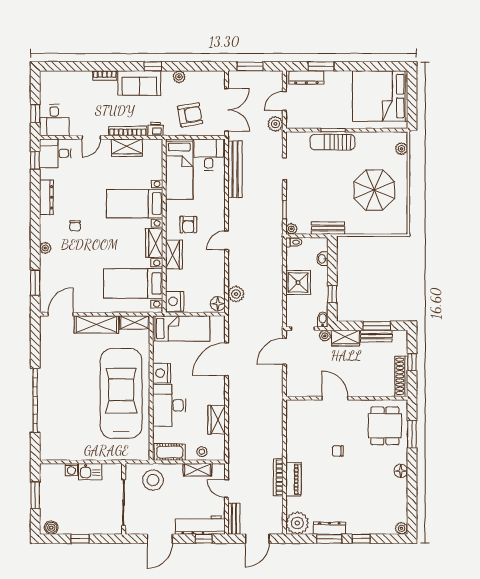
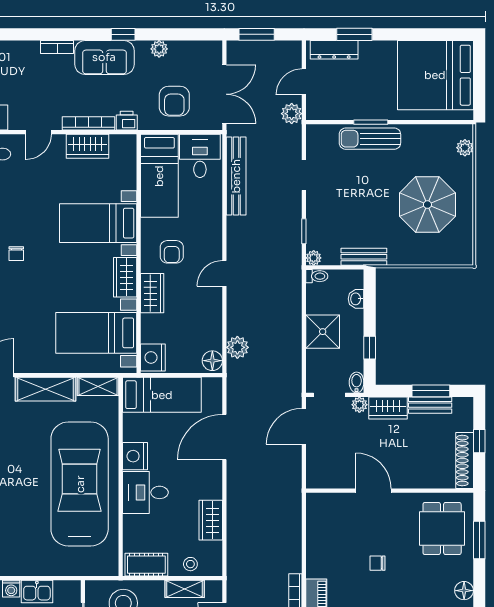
armchair: (190, 115) -> (174, 101), turned 100
desk: (169, 405) -> (145, 492), width x0.73

